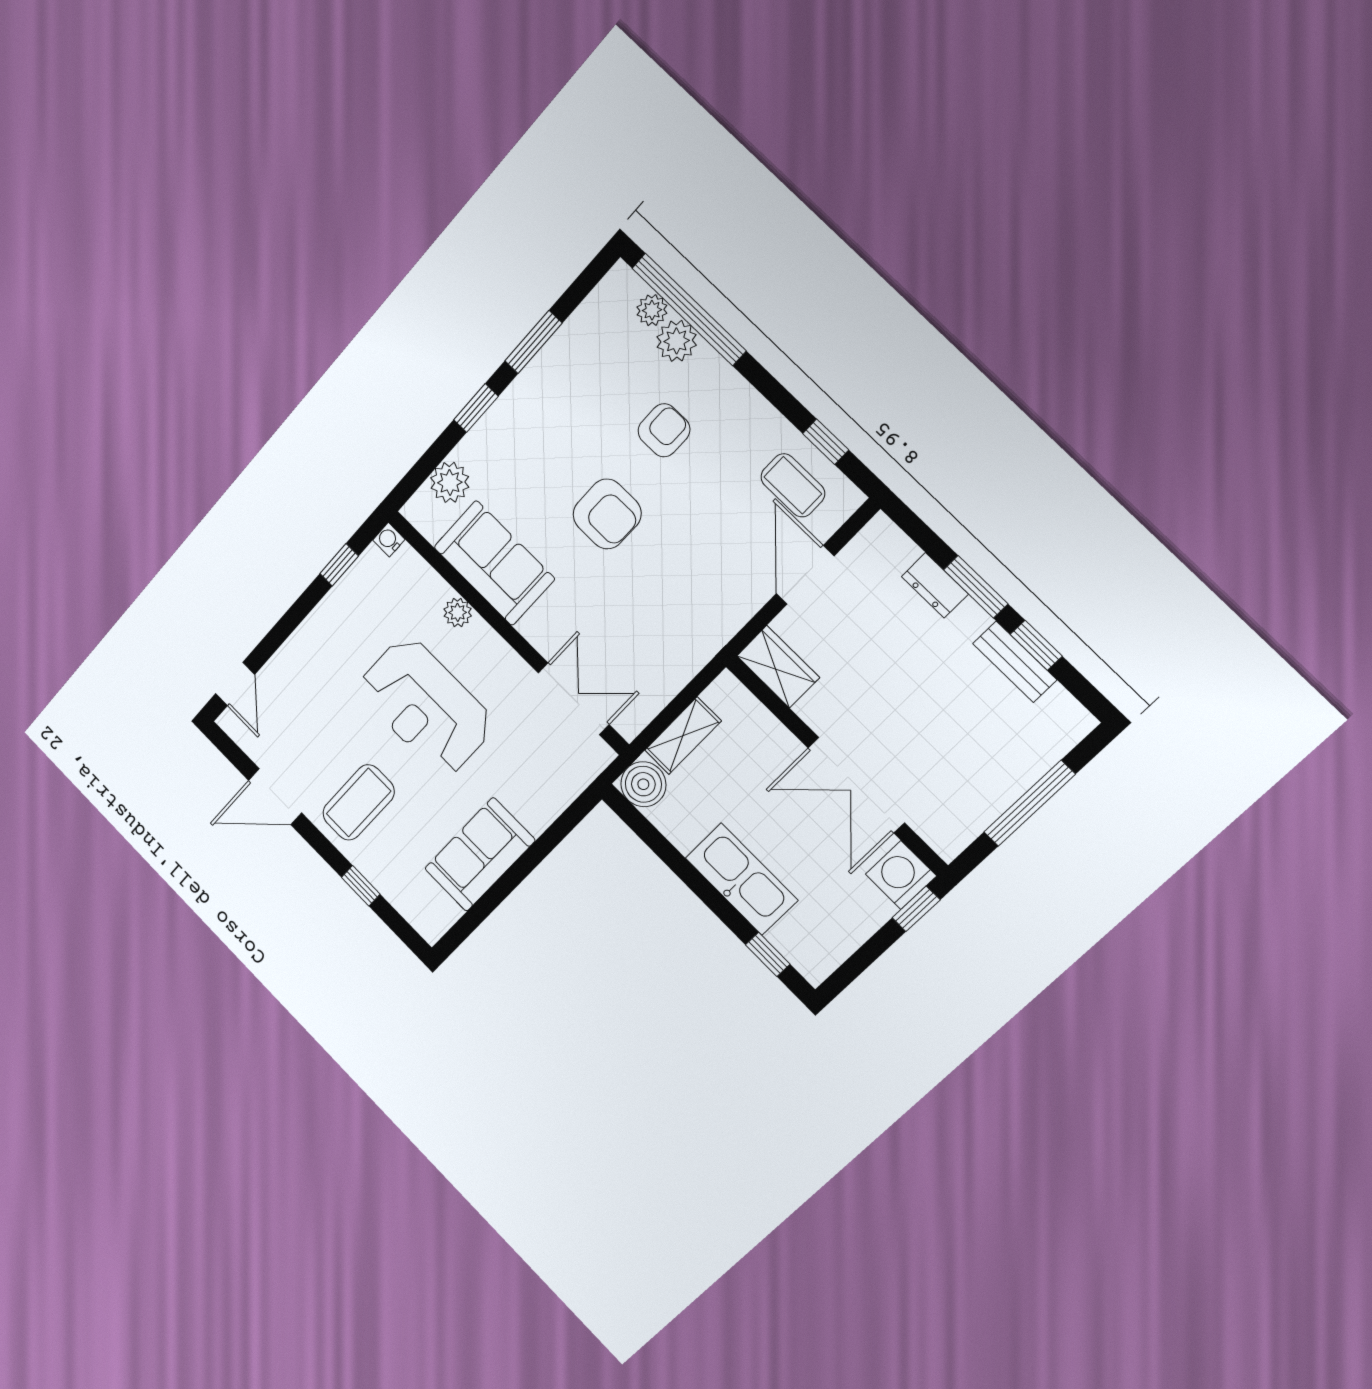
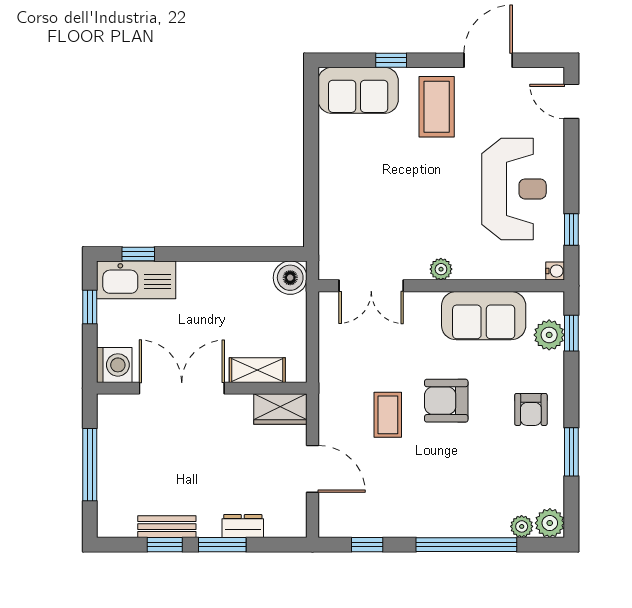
window: (689, 309) -> (466, 545), moved
plant: (677, 341) -> (550, 523), moved
window: (476, 408) -> (571, 333), moved
armchair: (664, 430) -> (531, 409), moved
coffee table: (793, 485) -> (388, 415), moved, turned 90
plant: (458, 612) -> (441, 269), moved
reception desk: (426, 706) -> (514, 189), moved, turned 90
shelving: (683, 736) -> (257, 370), moved, turned 90
sofa: (480, 855) -> (358, 90), moved, turned 90
kitchen sink: (741, 879) -> (136, 280), moved
window: (916, 909) -> (90, 307), moved

